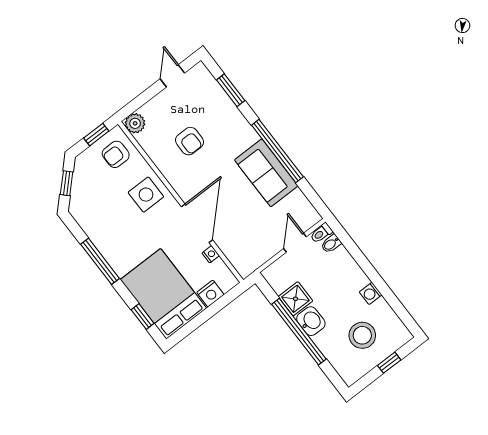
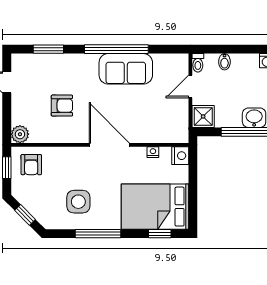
side table: (146, 195) -> (78, 202), moved
door: (197, 223) -> (109, 145), moved
door: (295, 243) -> (190, 86), hinge flipped
bidet: (331, 244) -> (224, 62), moved
nightstand: (210, 294) -> (180, 156), moved
shower: (295, 299) -> (203, 116), moved

